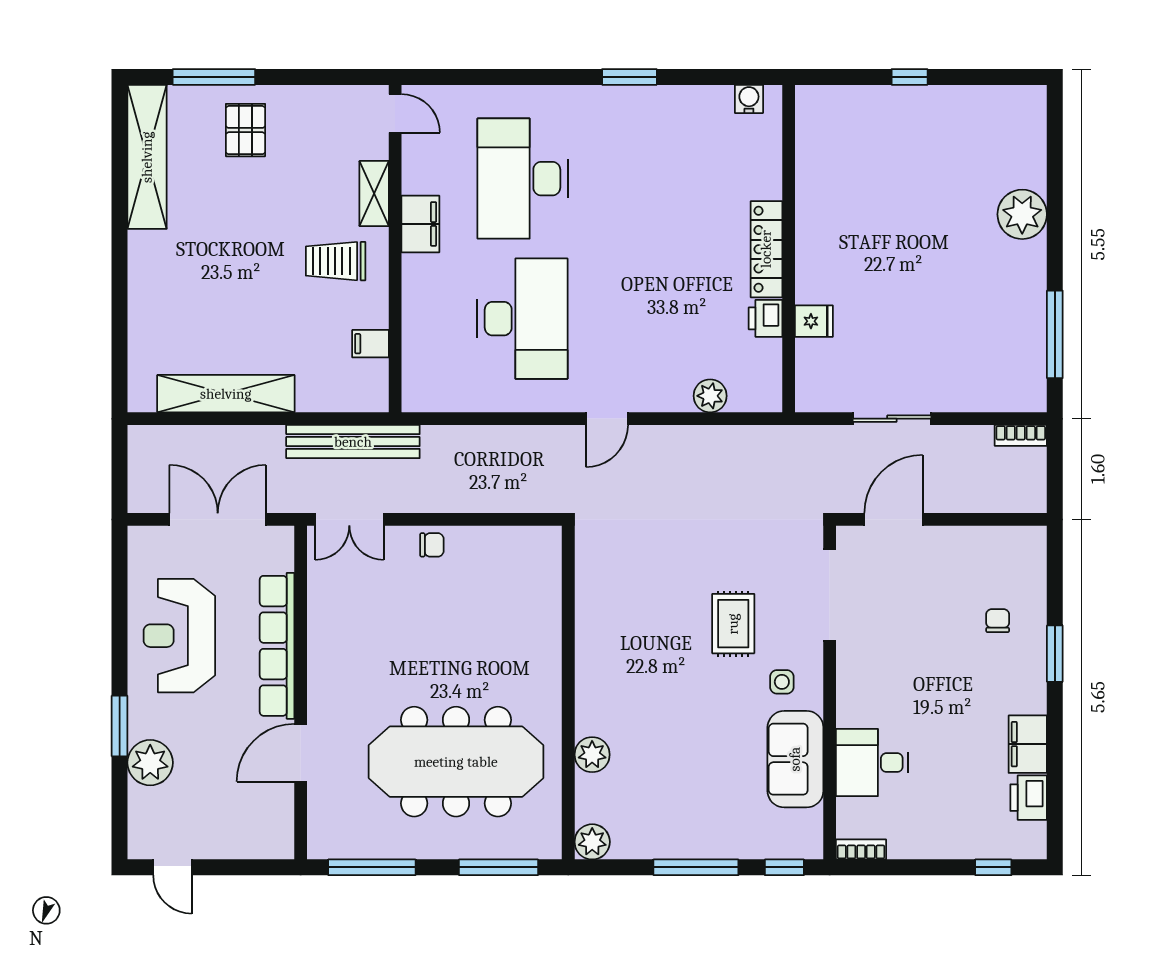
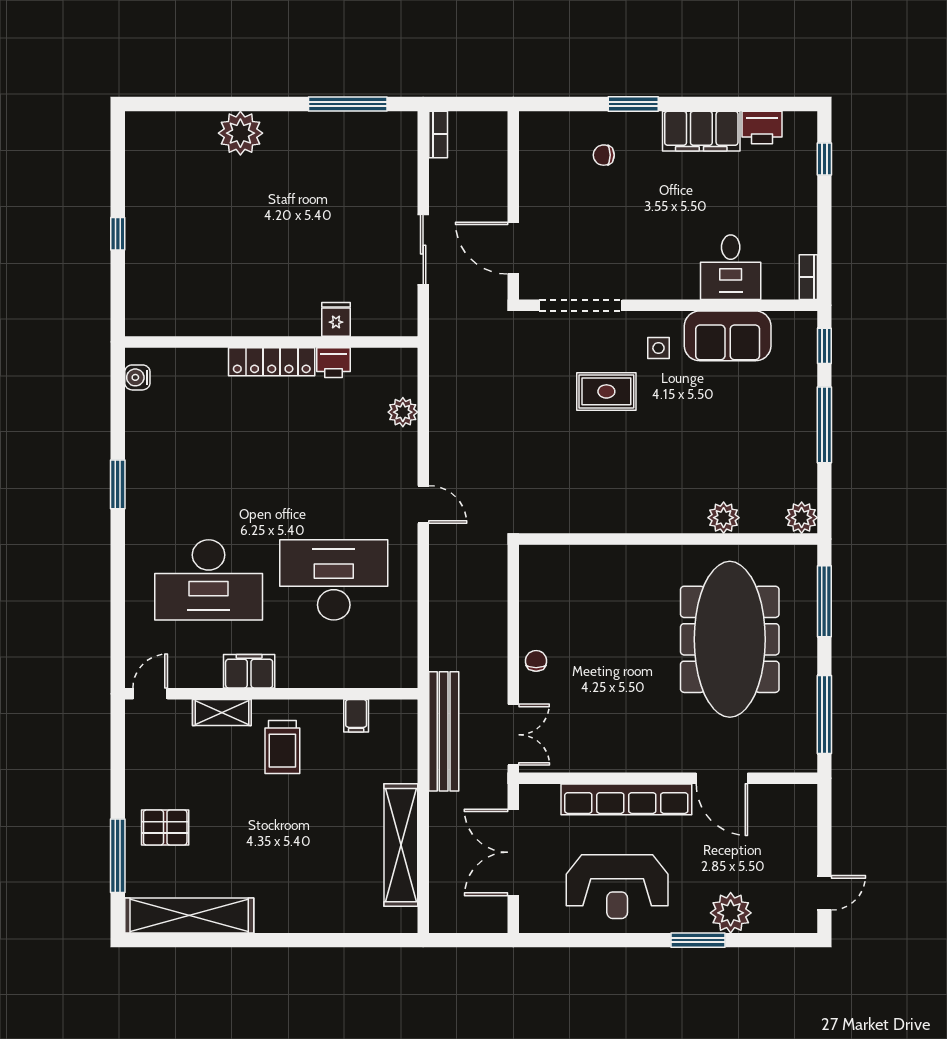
filing cabinet: (1028, 744) -> (701, 131), width x1.50, depth x1.17

